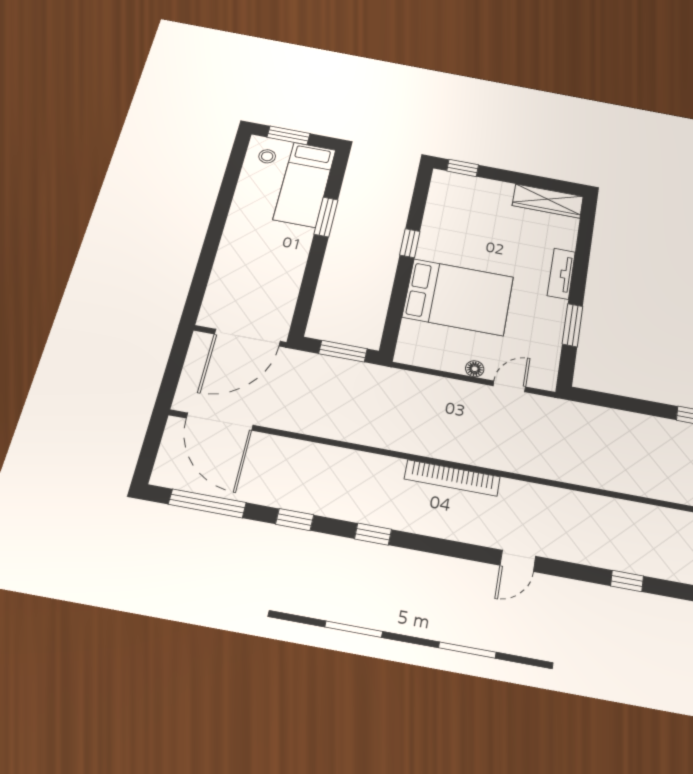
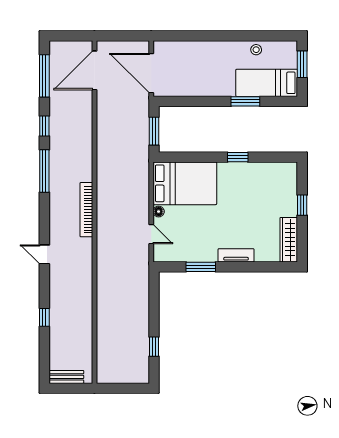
stool: (267, 156) -> (256, 50), moved
window: (463, 168) -> (302, 205), moved
bed: (458, 297) -> (185, 183), moved, turned -90
window: (373, 534) -> (44, 171), width x2.17

